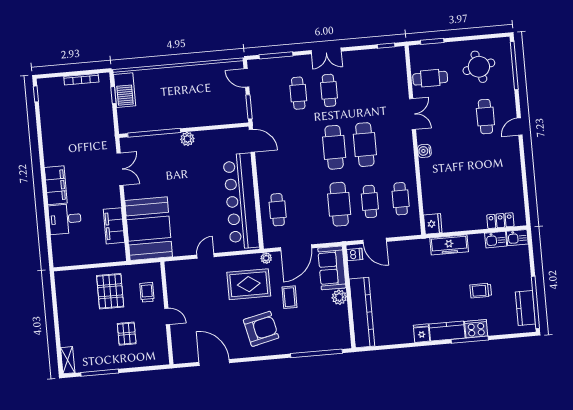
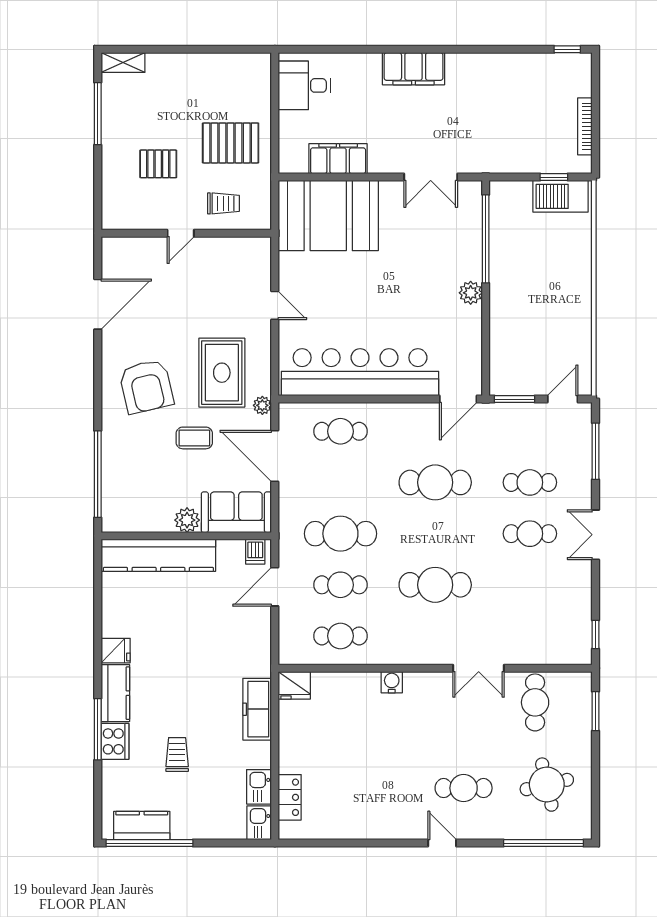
cafe table: (334, 147) -> (435, 482), moved
water cooler: (424, 151) -> (392, 682), moved
desk: (65, 219) -> (304, 85), moved, turned -90

